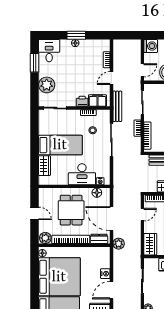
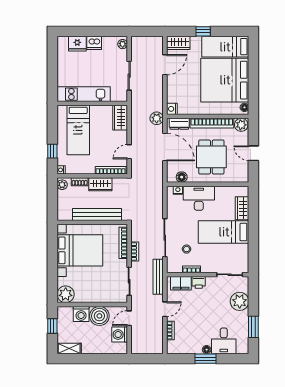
washing machine: (151, 46) -> (120, 335), moved
desk: (49, 51) -> (224, 341), moved
nightstand: (105, 274) -> (172, 109), moved

